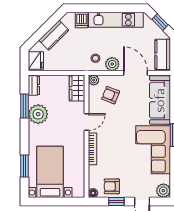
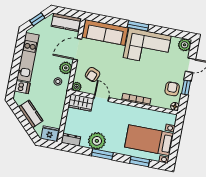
window: (24, 106) -> (102, 154), moved
door: (87, 122) -> (101, 98), moved
armchair: (112, 186) -> (172, 89), turned 180

